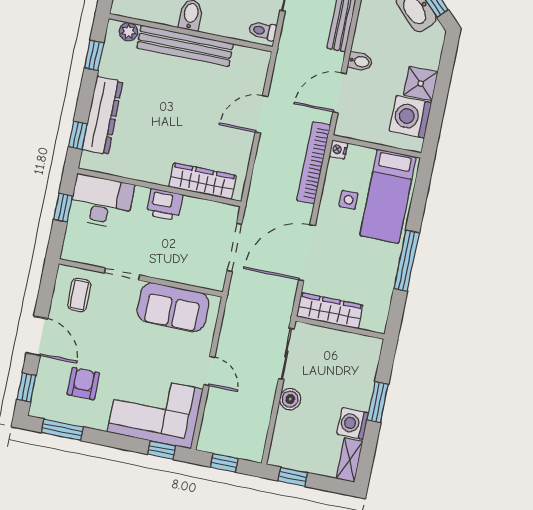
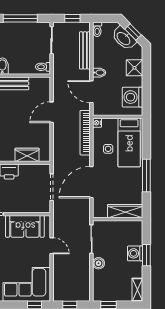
shower: (421, 84) -> (134, 68), moved
door: (340, 93) -> (91, 92), hinge flipped
wardrobe: (203, 181) -> (27, 155), width x0.67
wardrobe: (330, 311) -> (125, 211), moved
door: (209, 371) -> (52, 246), moved
washing machine: (353, 423) -> (135, 253), moved

